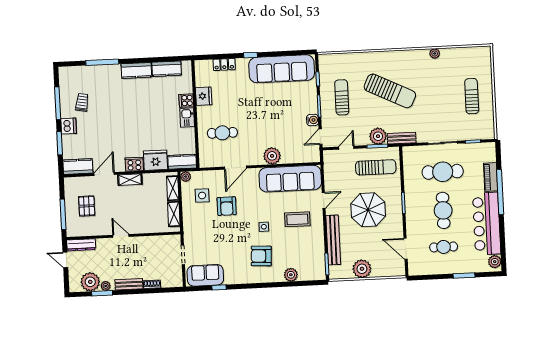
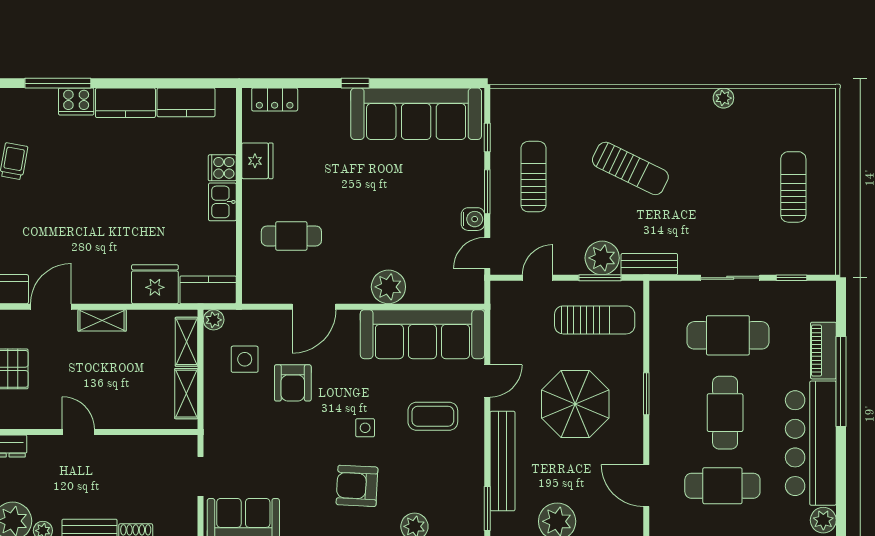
locker: (224, 64) -> (275, 99), moved
sun lounger: (390, 91) -> (630, 168), width x0.73, depth x0.75
cooker: (134, 164) -> (76, 102), moved, turned 180
cafe table: (444, 247) -> (722, 486), width x1.37, depth x1.35

